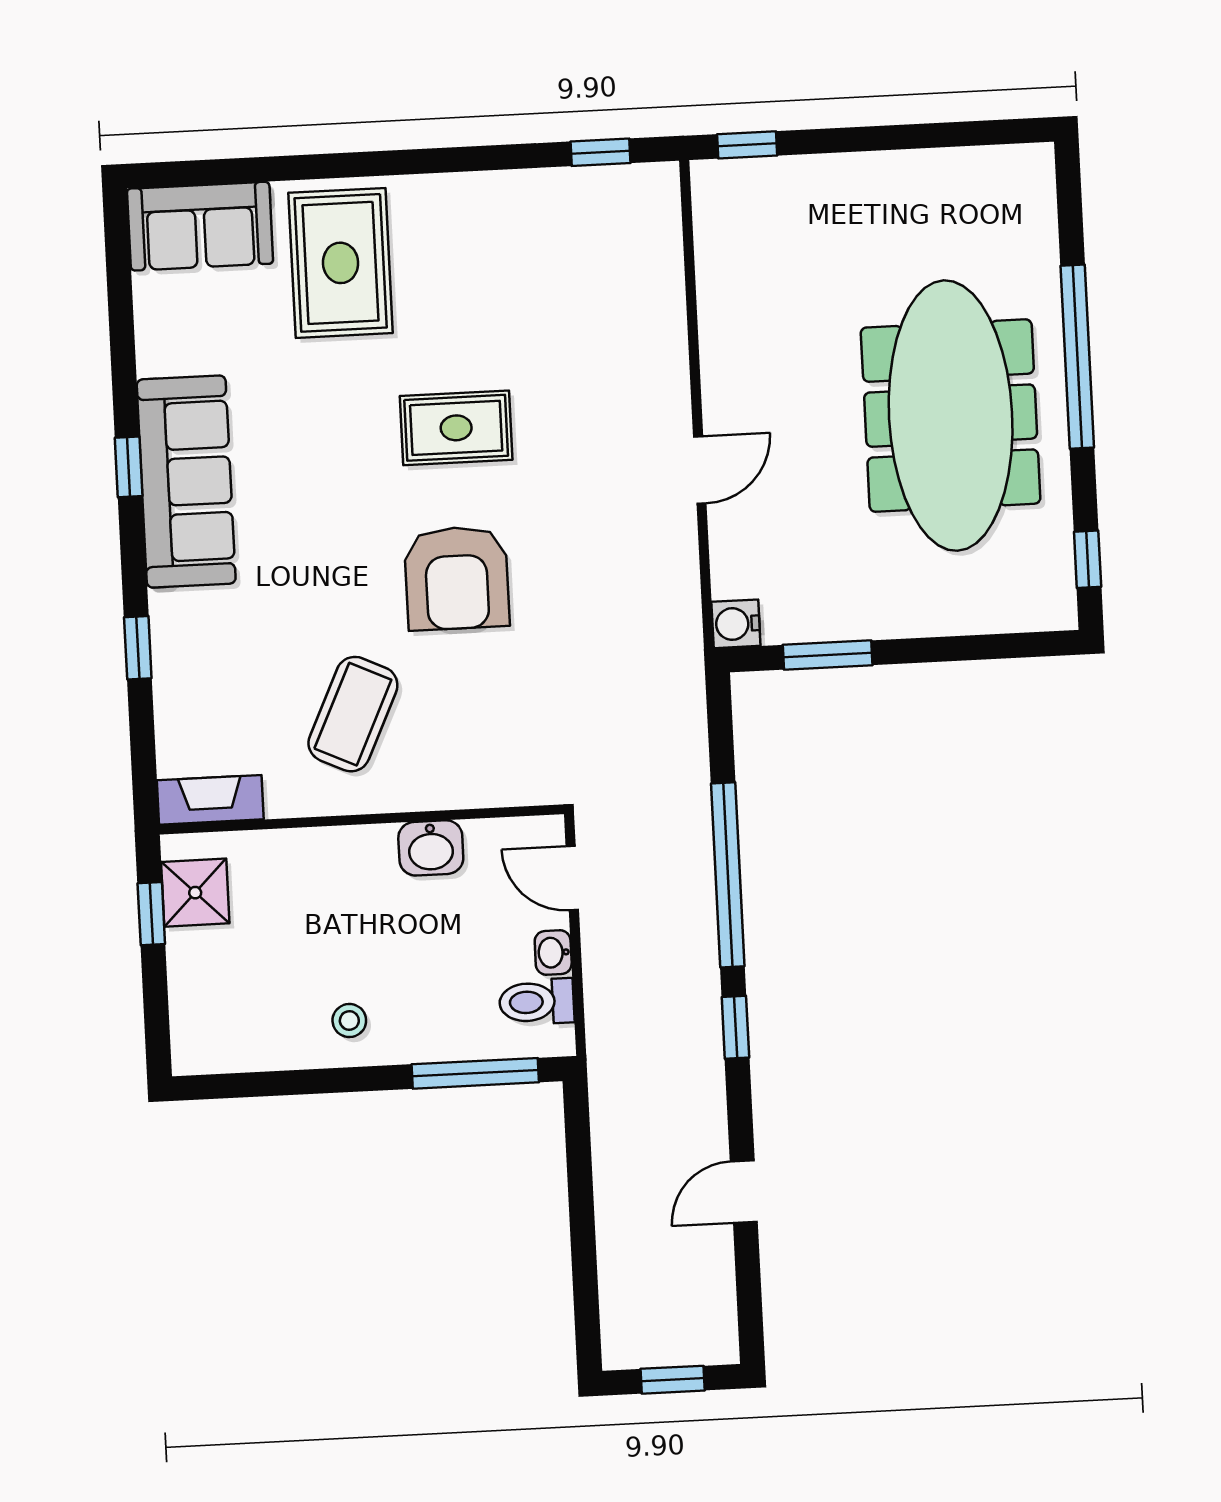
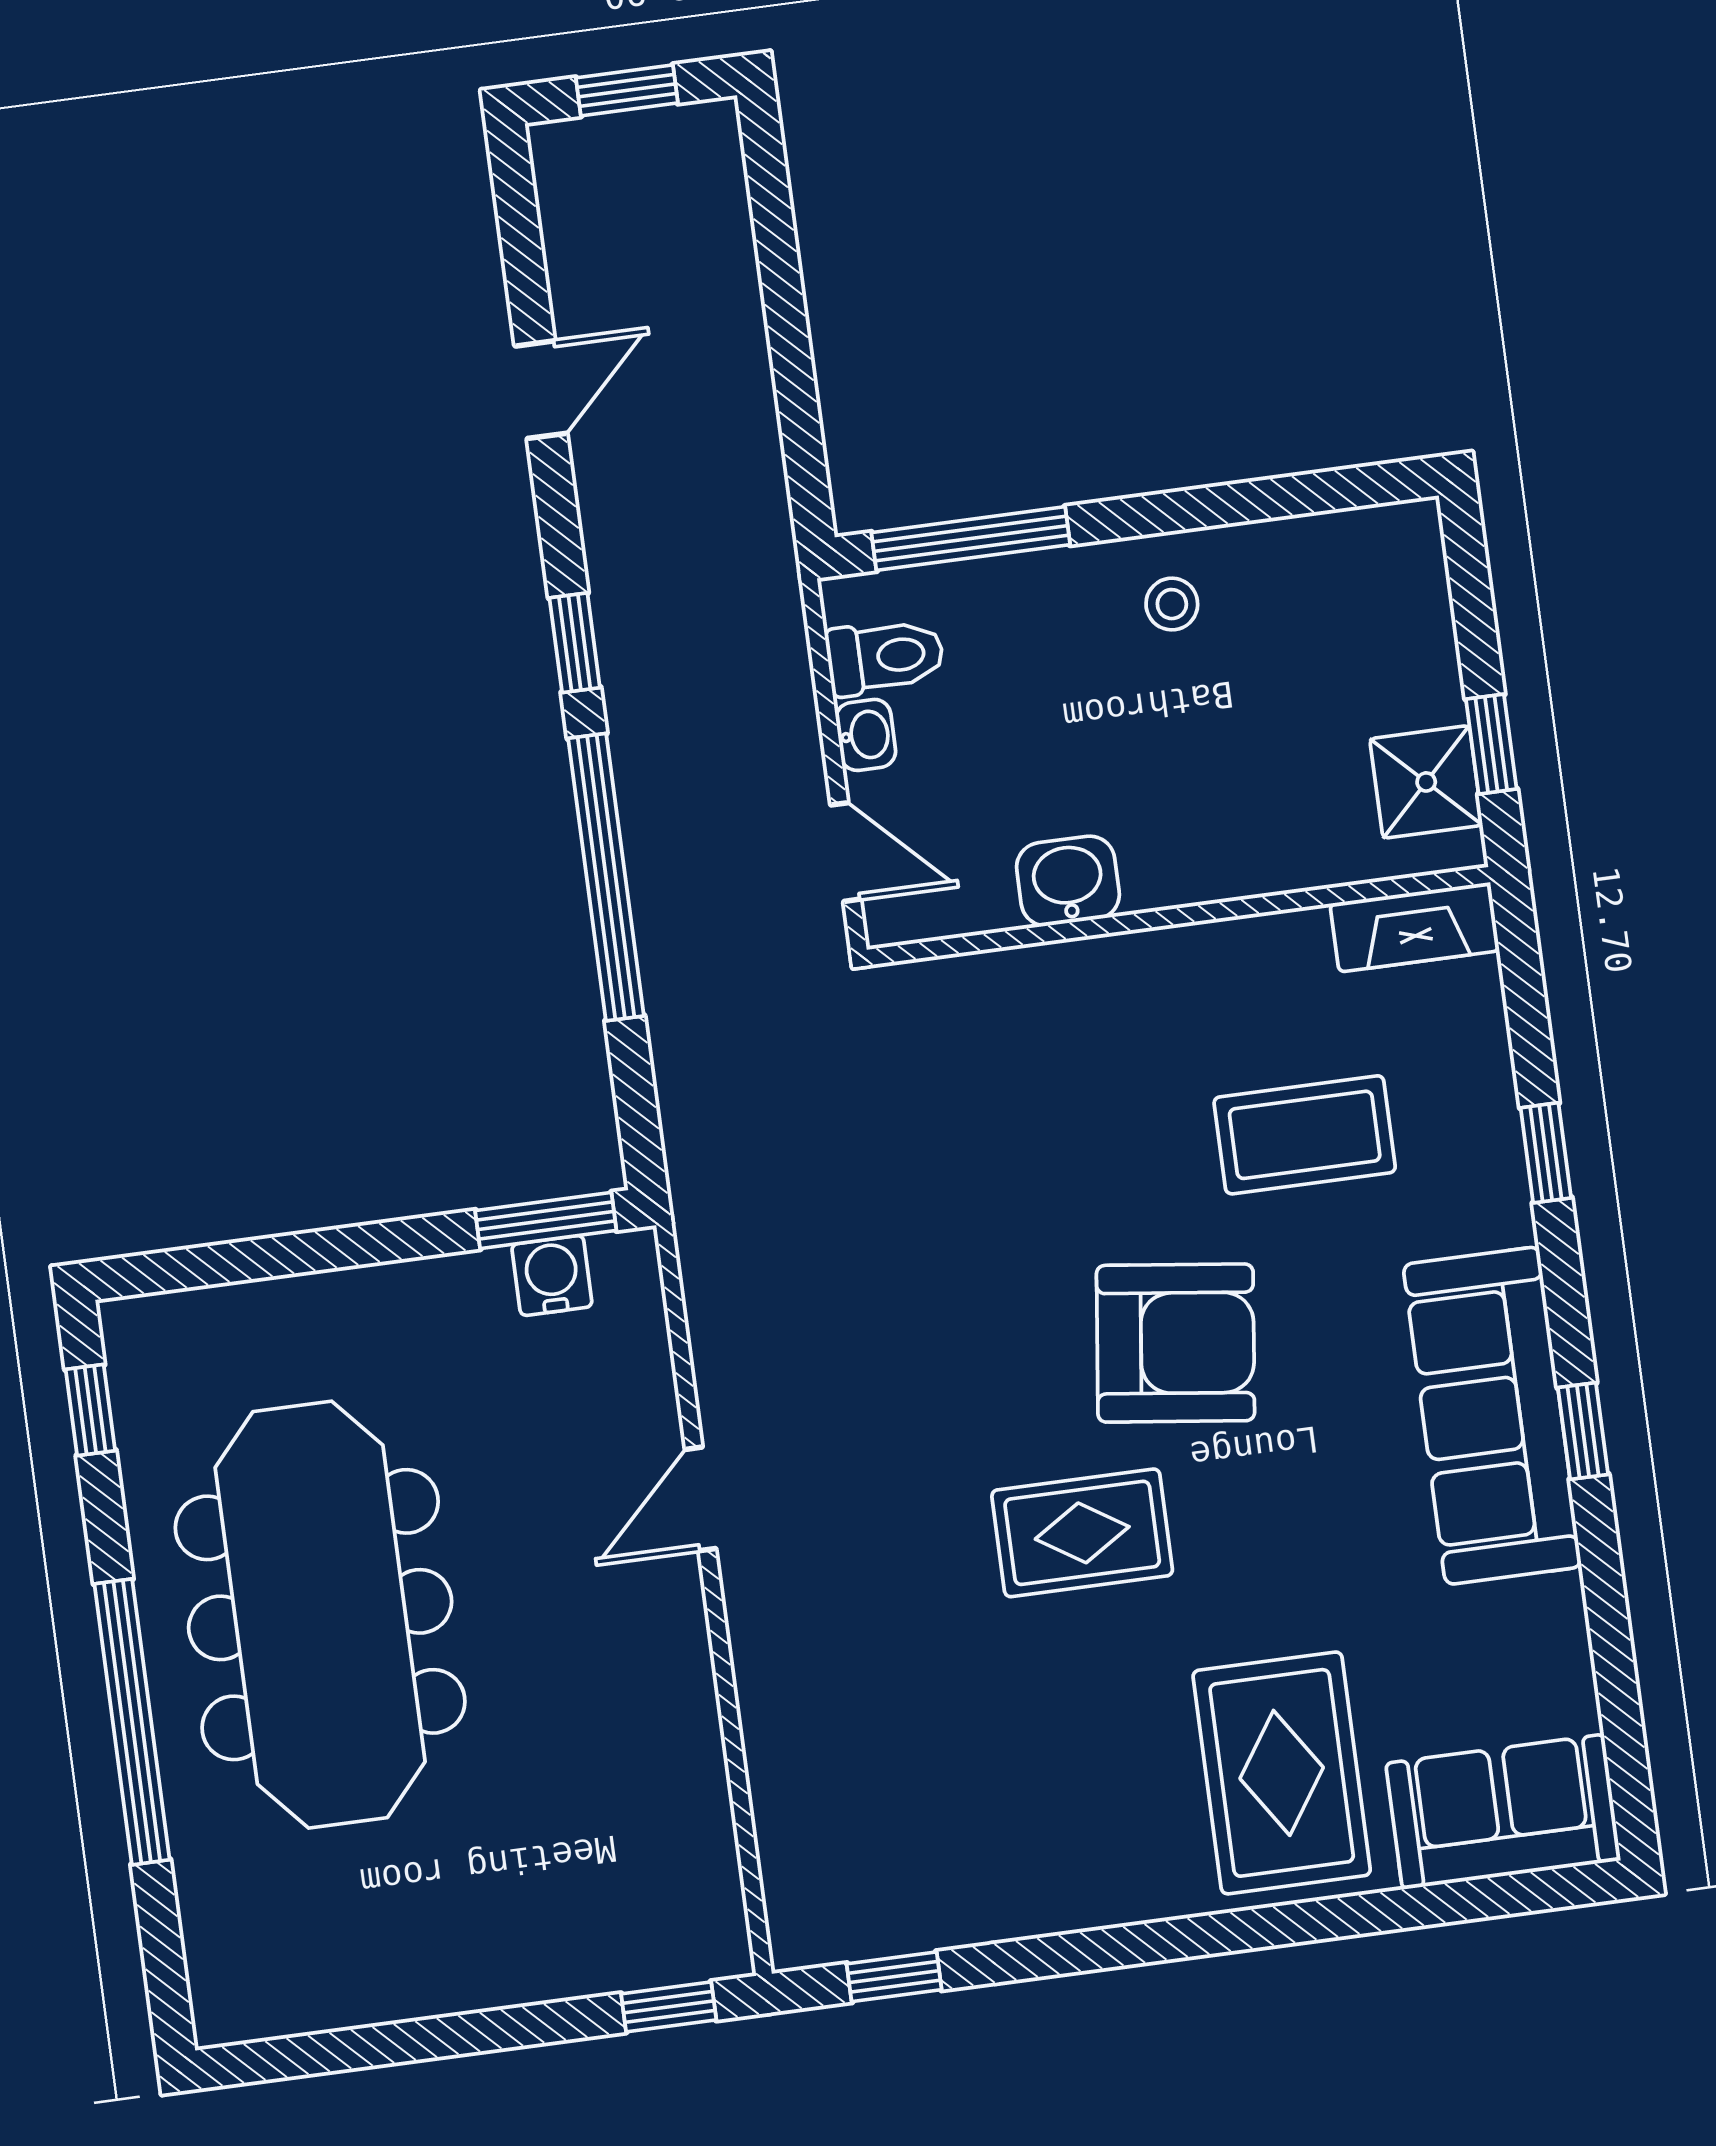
armchair: (457, 578) -> (1176, 1343), moved, turned 97
water cooler: (736, 624) -> (552, 1275), moved, turned -90
window: (828, 655) -> (546, 1220), moved
coffee table: (353, 714) -> (1305, 1135), moved, turned 65

